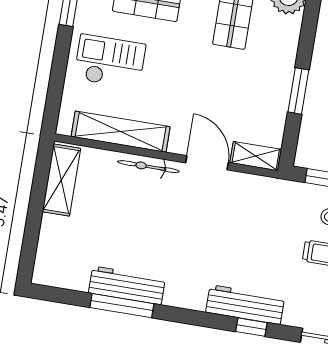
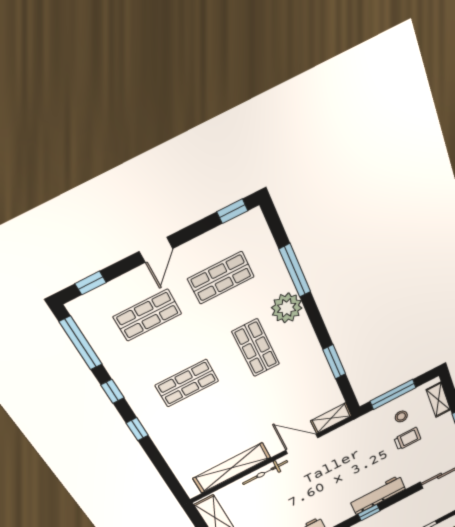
checkout: (110, 62) -> (192, 436), removed
window: (251, 327) -> (369, 512), moved

